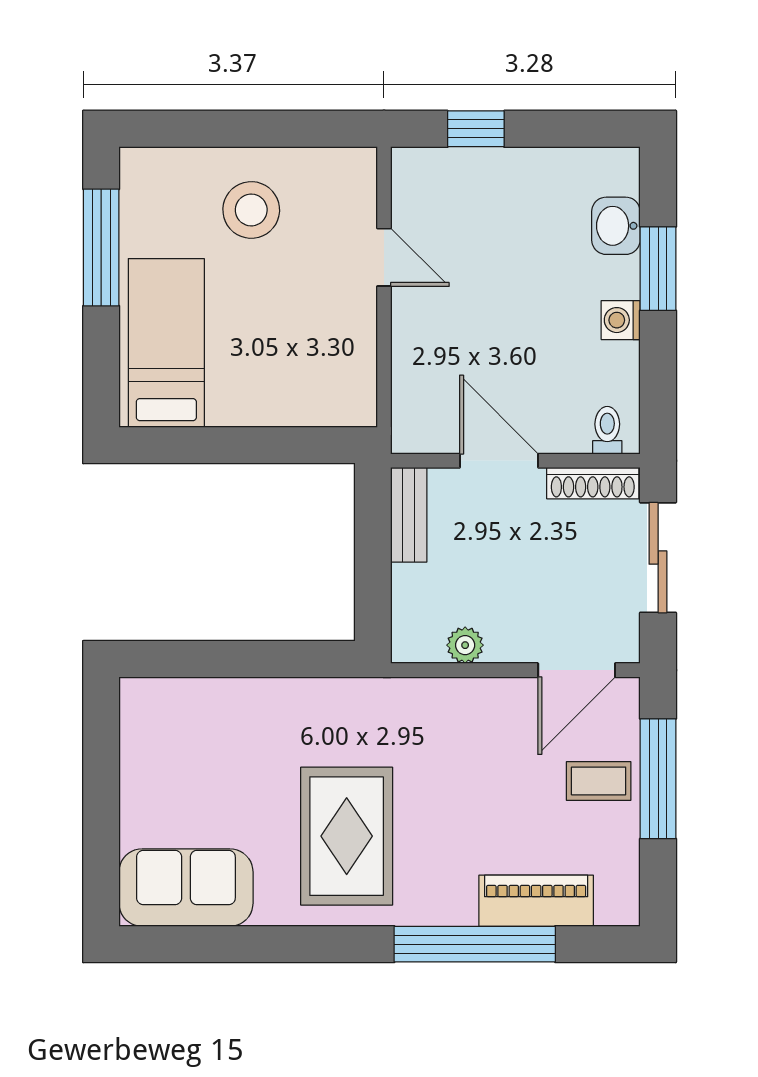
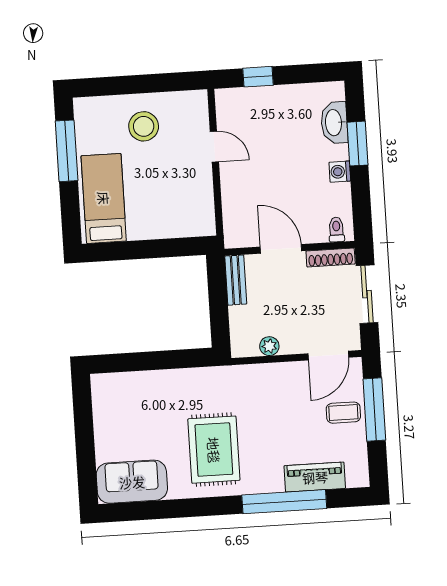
washbasin: (616, 226) -> (334, 123), width x1.38

